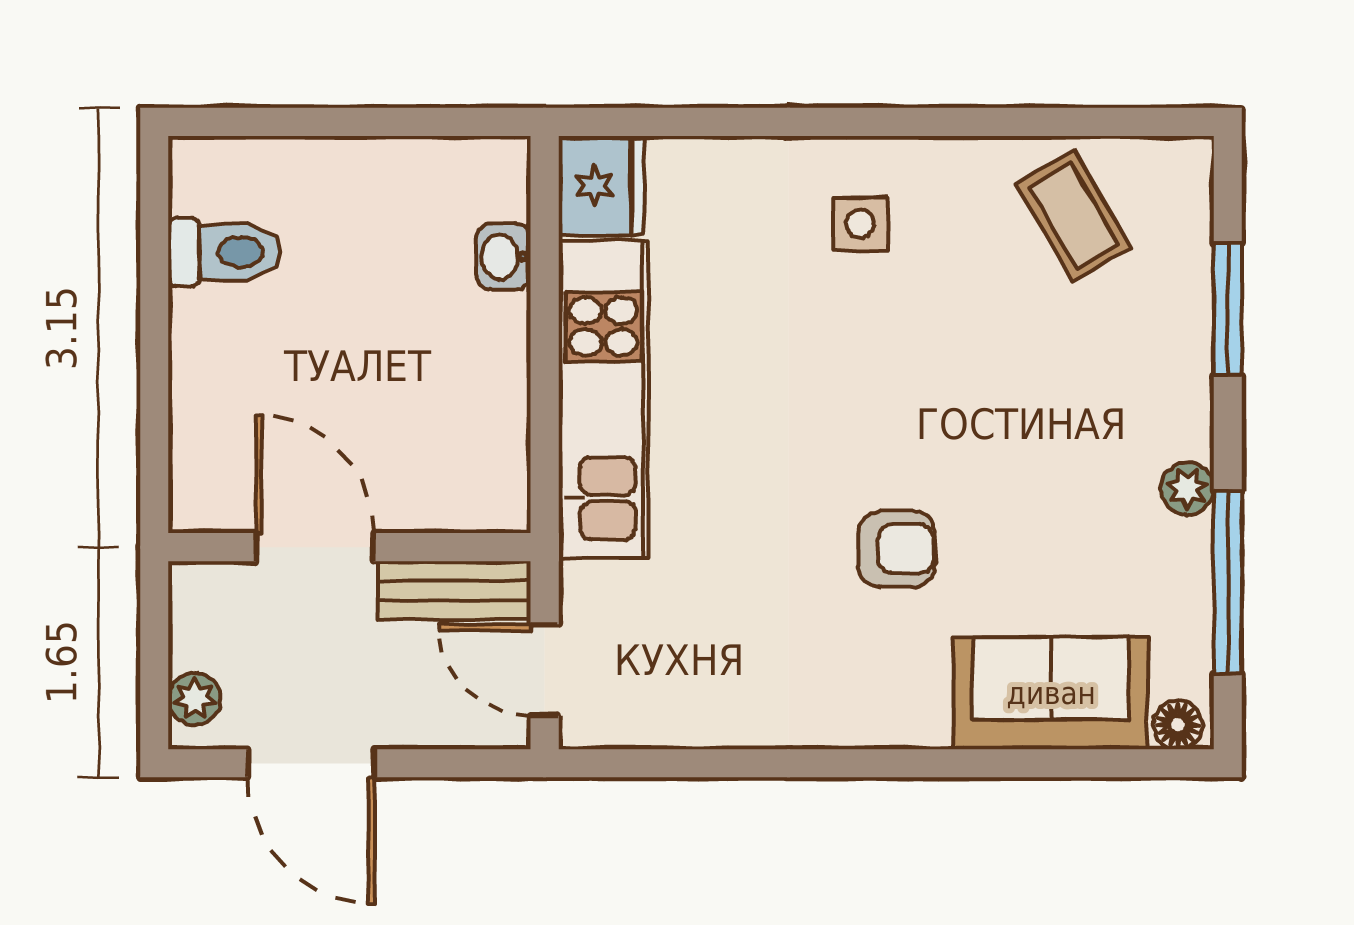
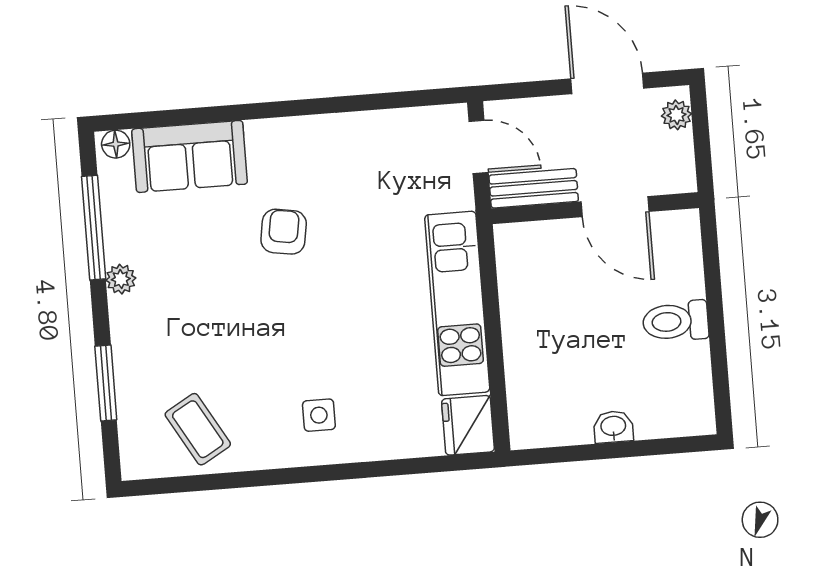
toilet: (225, 252) -> (676, 321), moved
washbasin: (504, 257) -> (613, 427), moved, turned -90
armchair: (897, 549) -> (284, 232), turned 99

